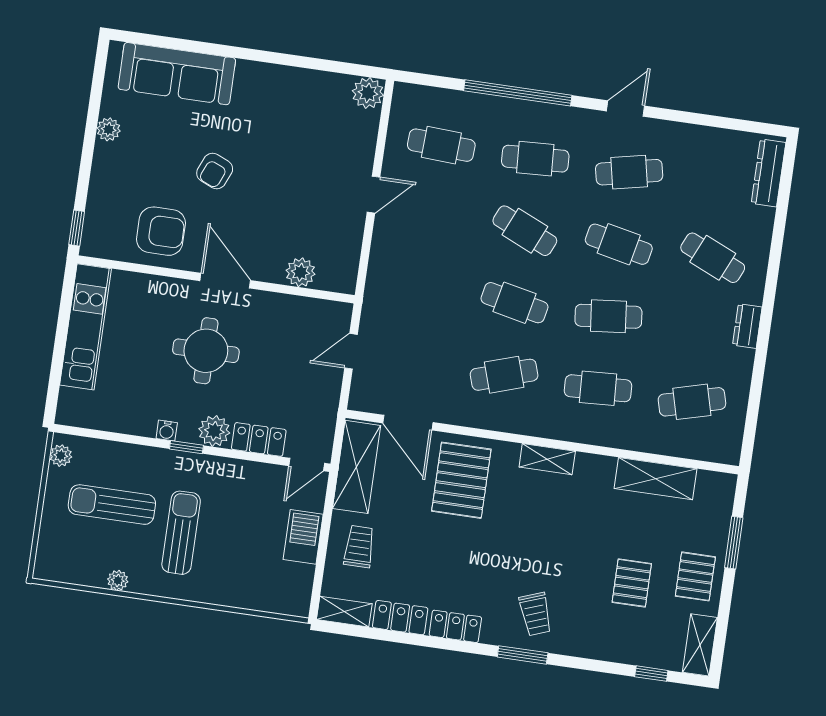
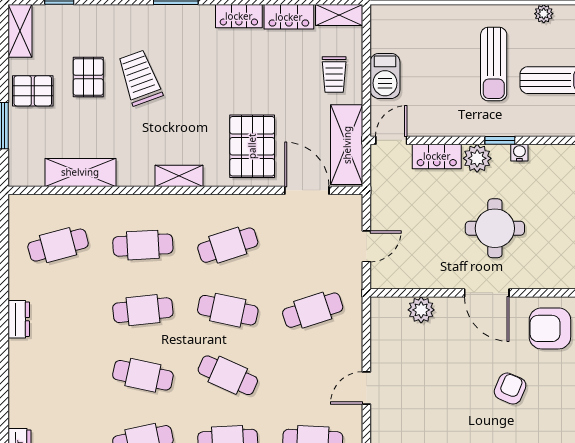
cafe table: (713, 258) -> (313, 310), moved, turned -42
pallet: (695, 576) -> (33, 91), turned 90
trolley: (535, 614) -> (140, 78), moved, width x1.36, depth x1.39

